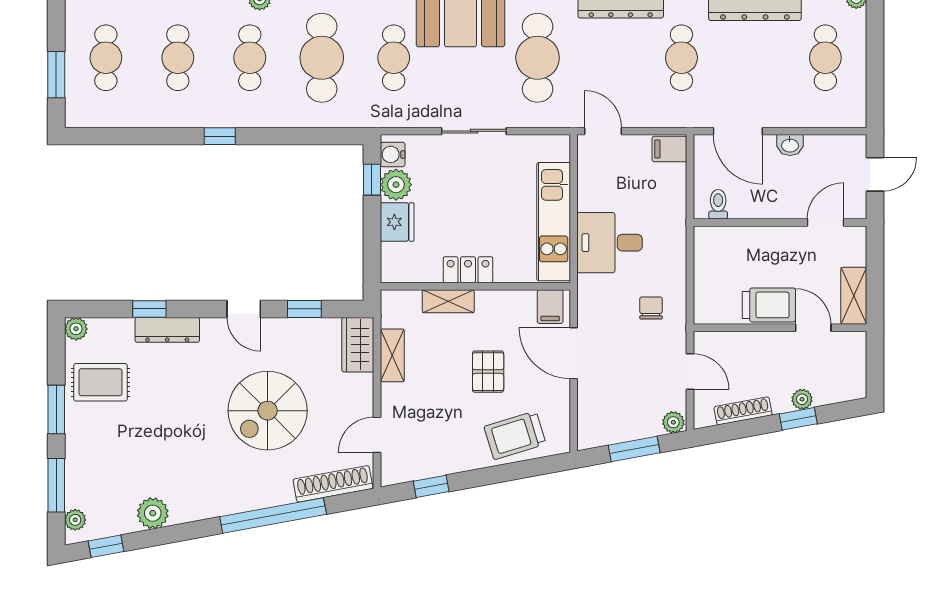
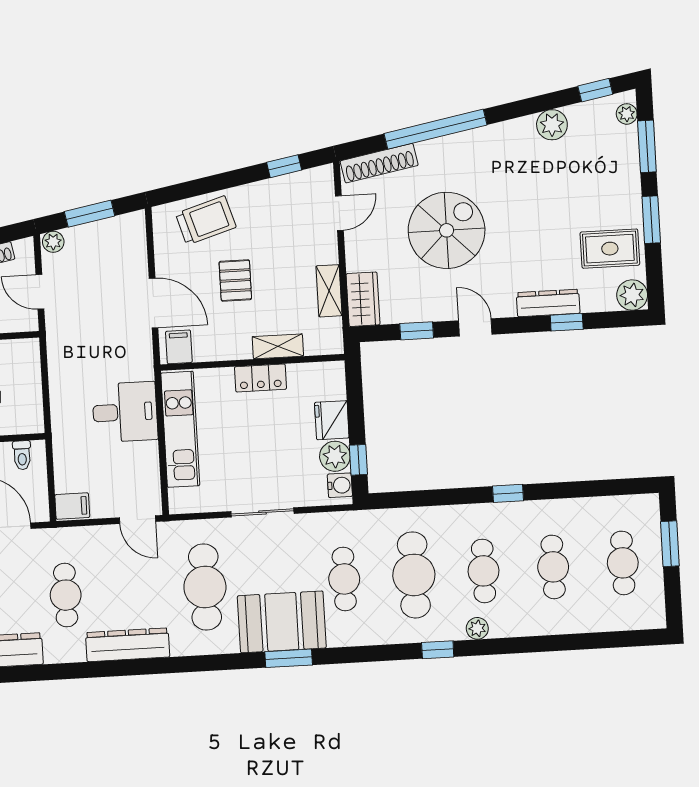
chair: (651, 308) -> (81, 351), removed
plant: (76, 329) -> (632, 295), width x1.38, depth x1.38

